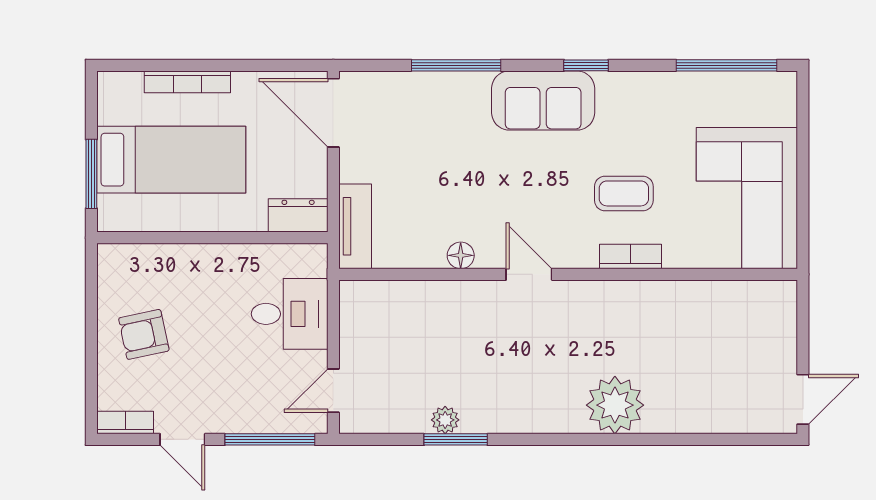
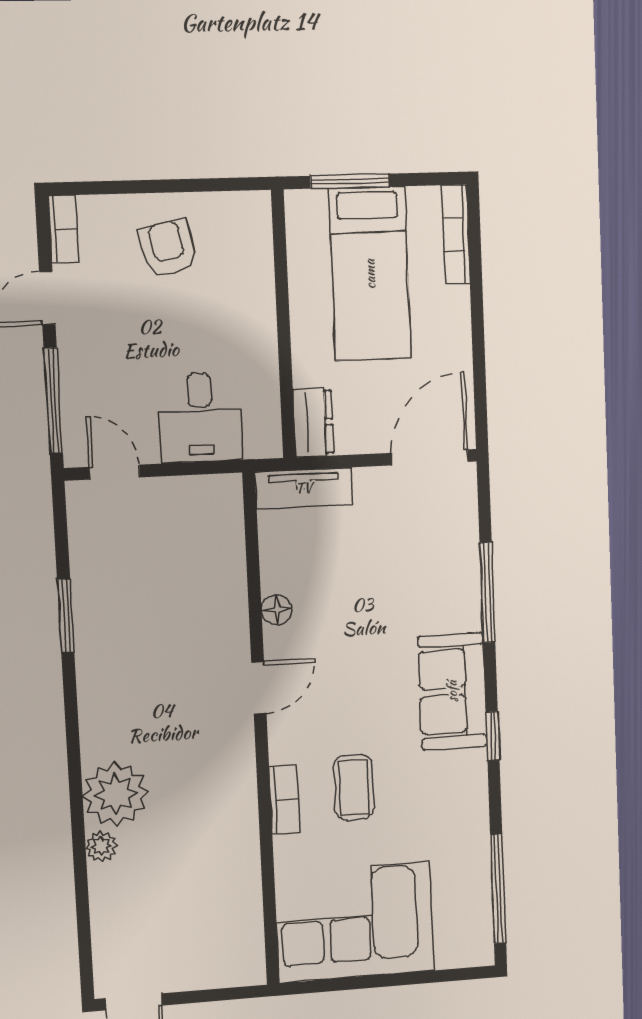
bookcase: (187, 82) -> (456, 235), moved
plant: (445, 420) -> (101, 846), moved

